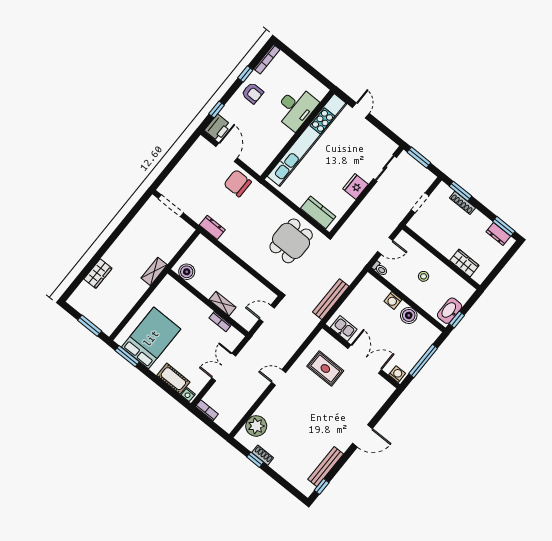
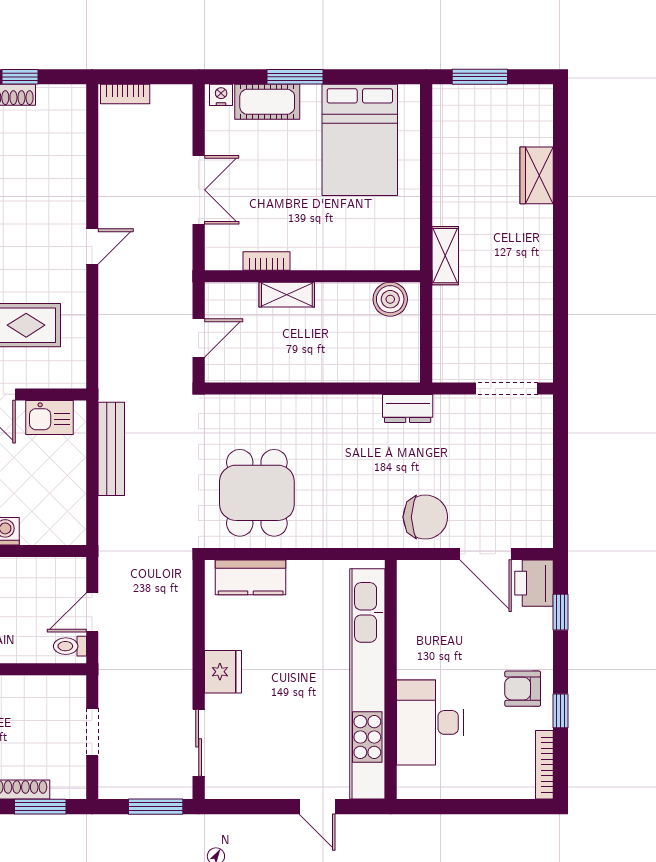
toilet: (380, 269) -> (70, 646), moved
window: (127, 356) -> (295, 77), moved
bookcase: (207, 410) -> (125, 94), moved
plant: (256, 426) -> (64, 135), removed

